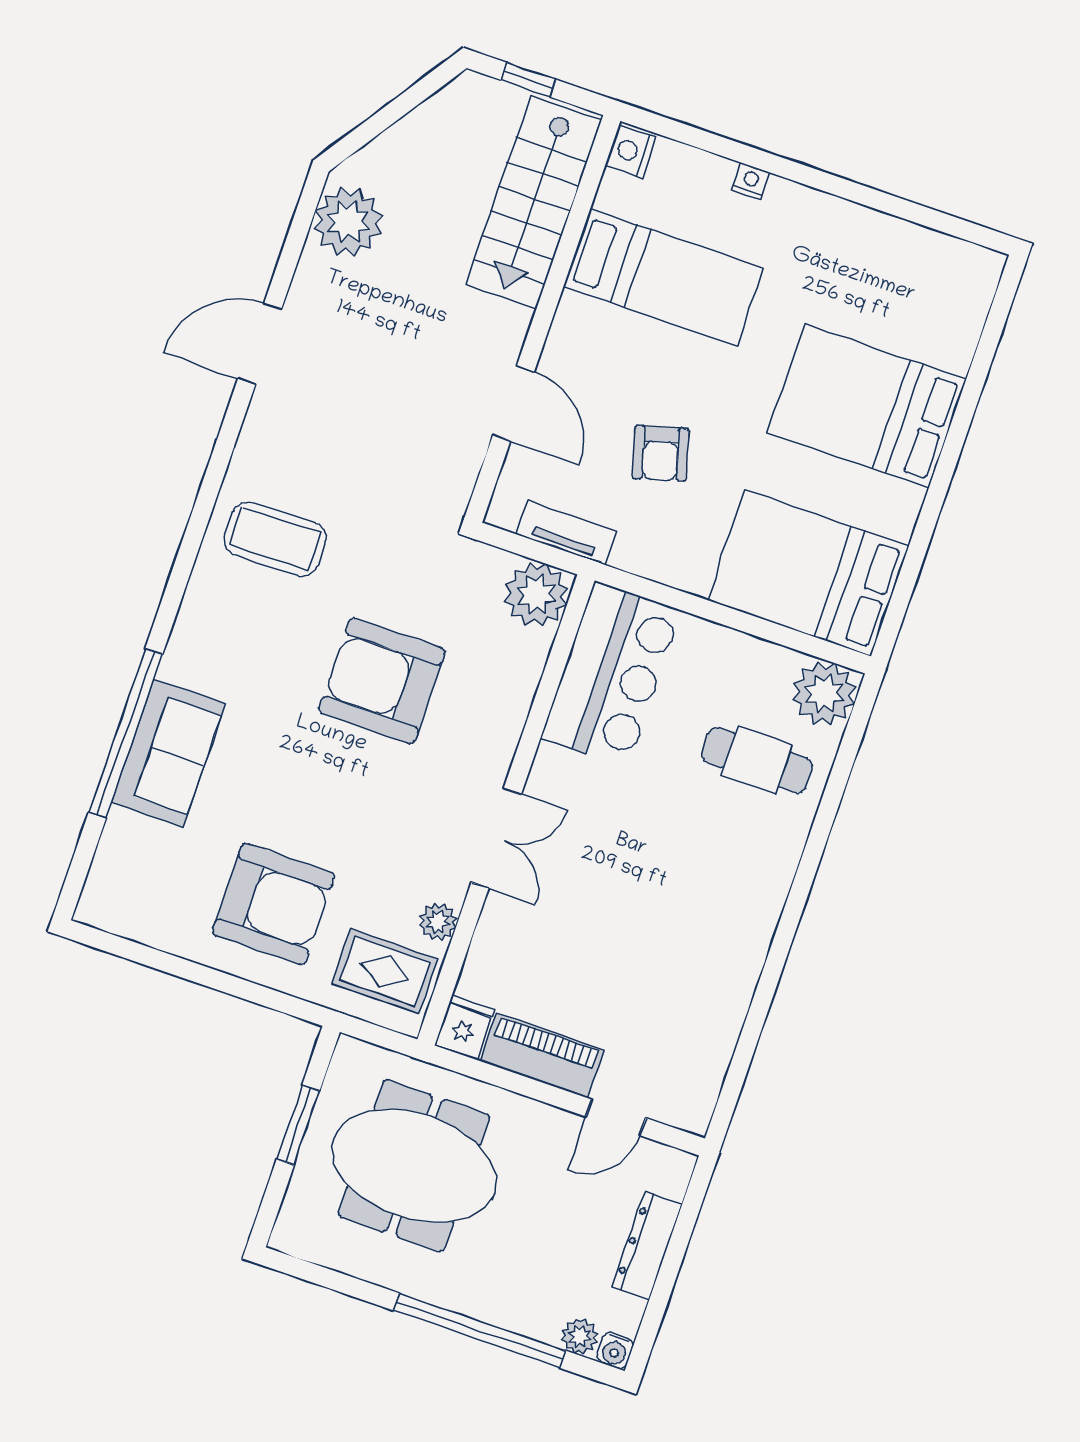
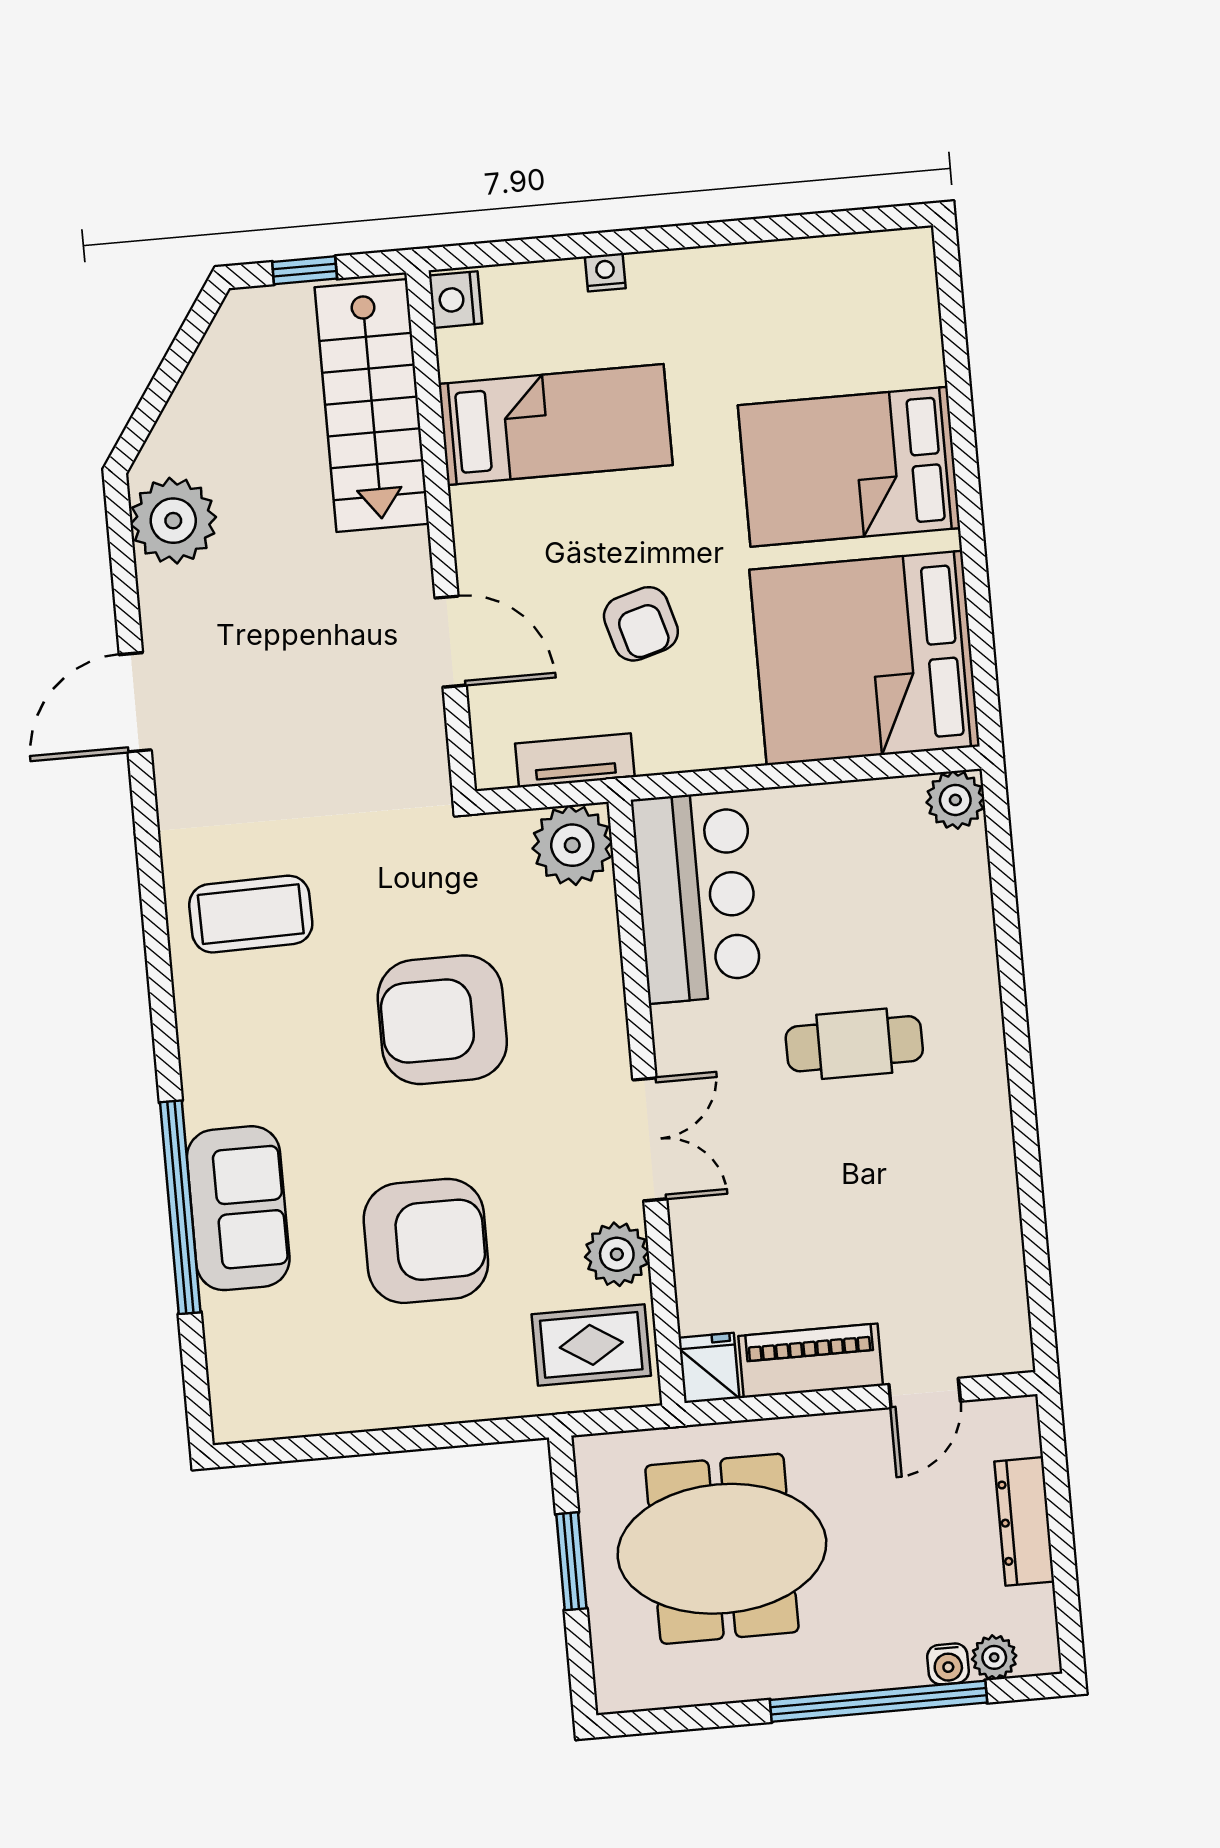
bed: (808, 573) -> (865, 658), width x1.36
plant: (824, 693) -> (955, 800), width x0.73, depth x0.73
cafe table: (757, 760) -> (854, 1044), moved
armchair: (274, 904) -> (426, 1241), moved
plant: (438, 922) -> (617, 1254), width x1.38, depth x1.38
water cooler: (615, 1351) -> (948, 1664), moved

